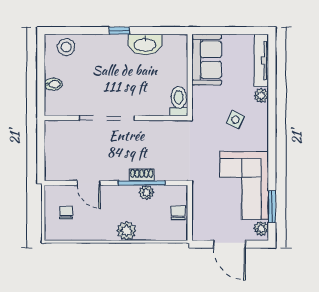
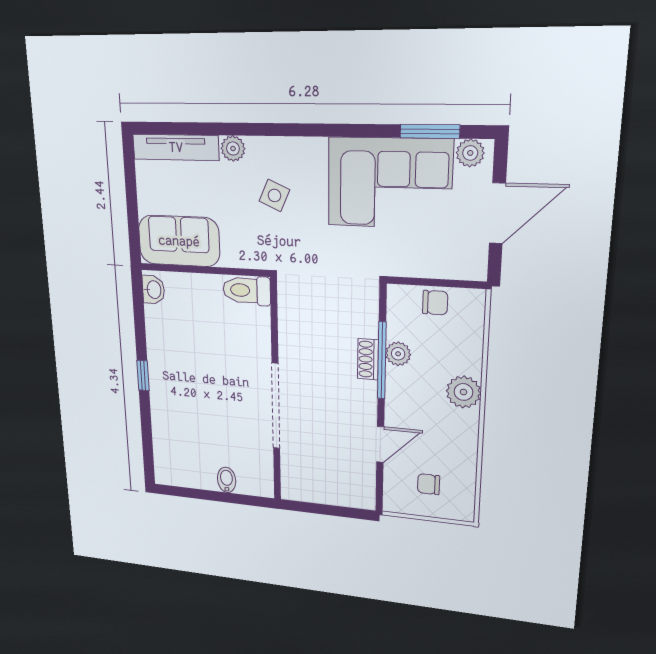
washbasin: (145, 44) -> (153, 290), moved, width x0.52, depth x0.69
stool: (66, 47) -> (171, 455), removed
chair: (178, 213) -> (435, 303), turned 180

